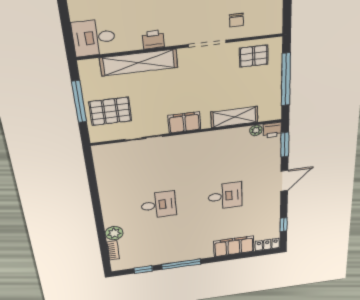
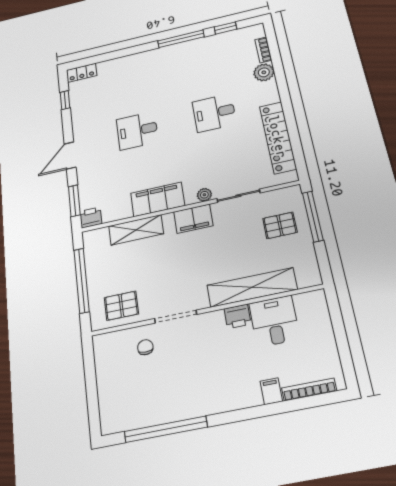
desk: (94, 38) -> (274, 321), moved, turned -90
window: (79, 102) -> (313, 216), moved
pallet: (110, 111) -> (280, 225), width x0.67, depth x0.71
plant: (256, 130) -> (204, 195), moved
locker: (106, 182) -> (278, 137), added
filing cabinet: (234, 246) -> (158, 199), moved, turned 180

